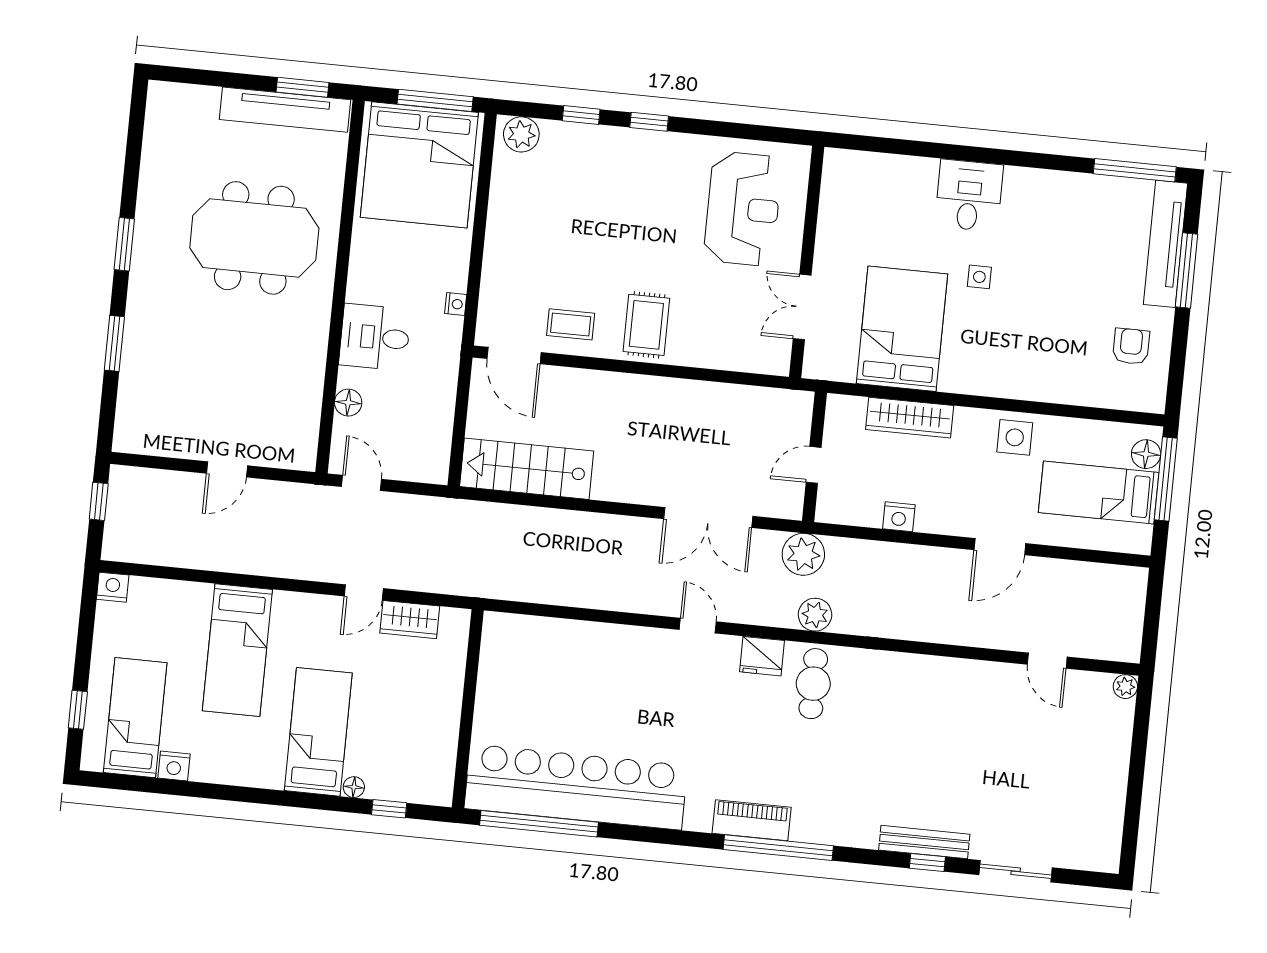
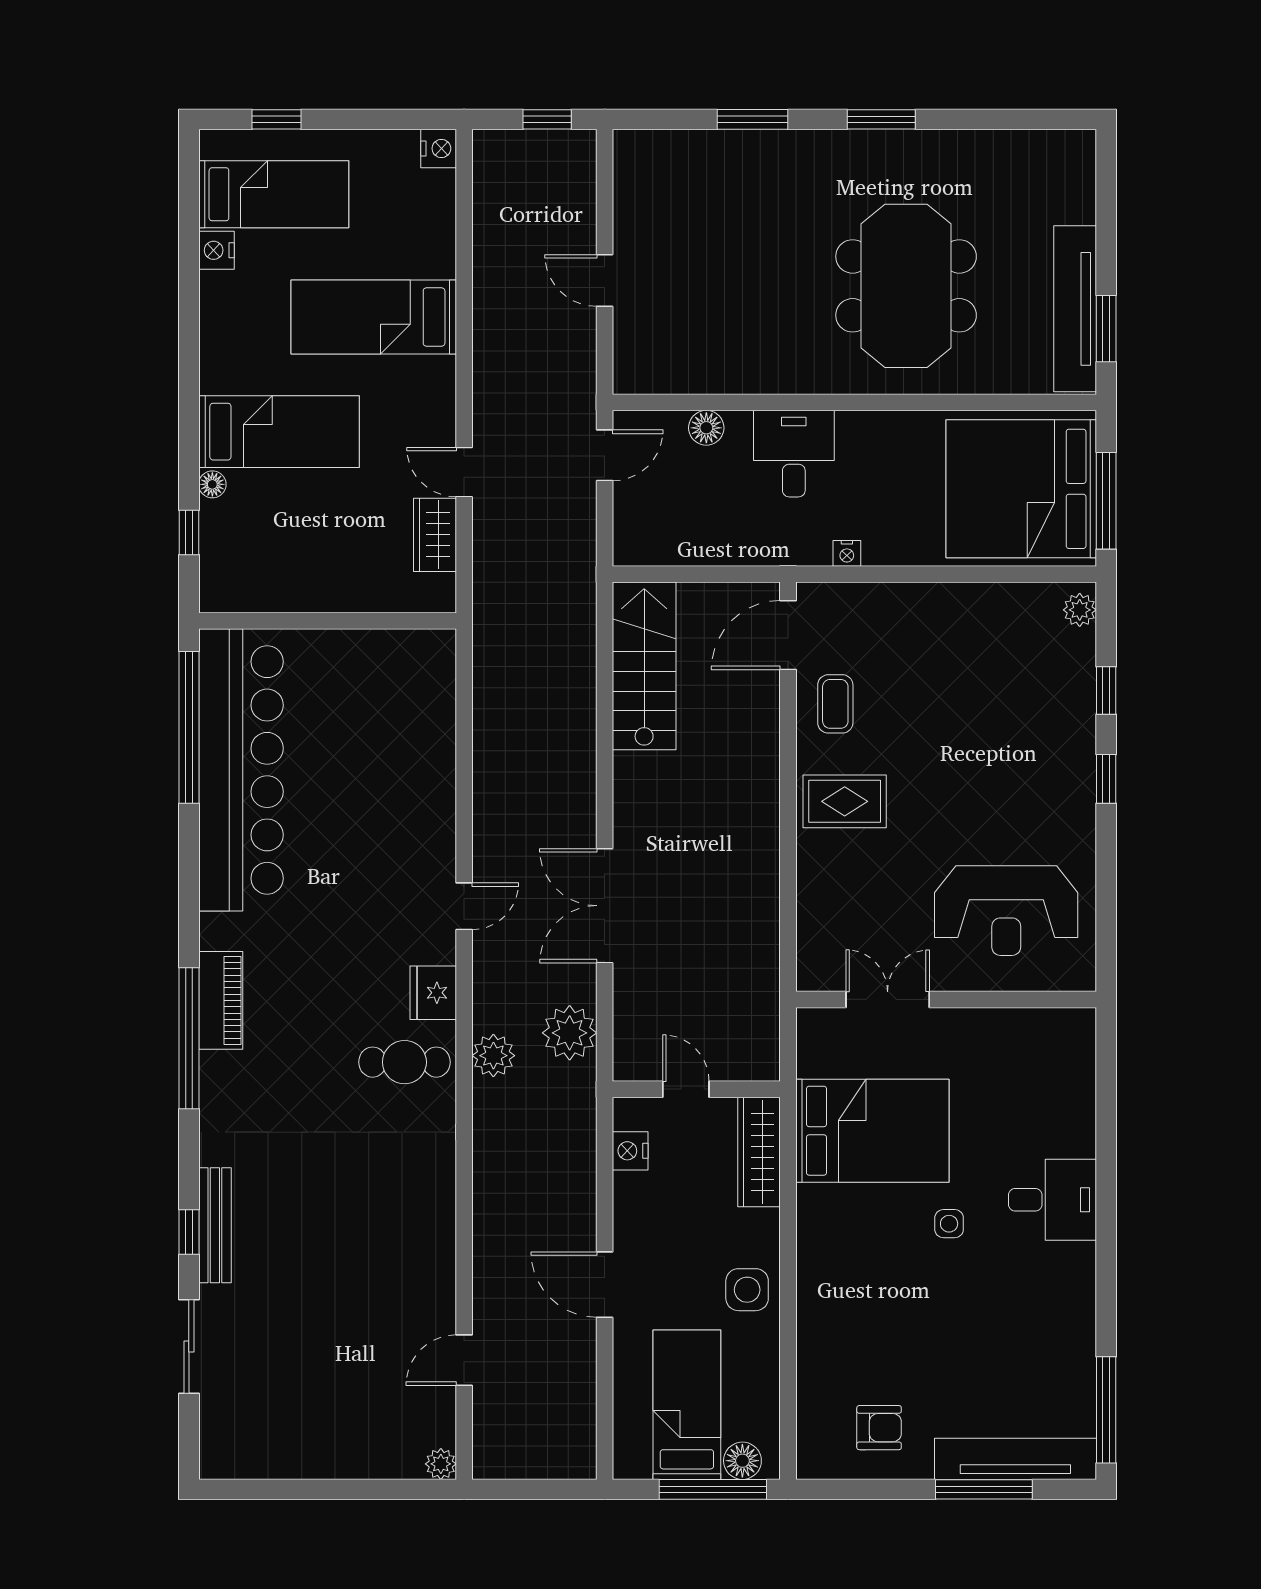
plant: (521, 134) -> (1080, 610), width x0.73, depth x0.73
wall: (814, 457) -> (696, 1089), moved
door: (814, 465) -> (686, 1089), moved

